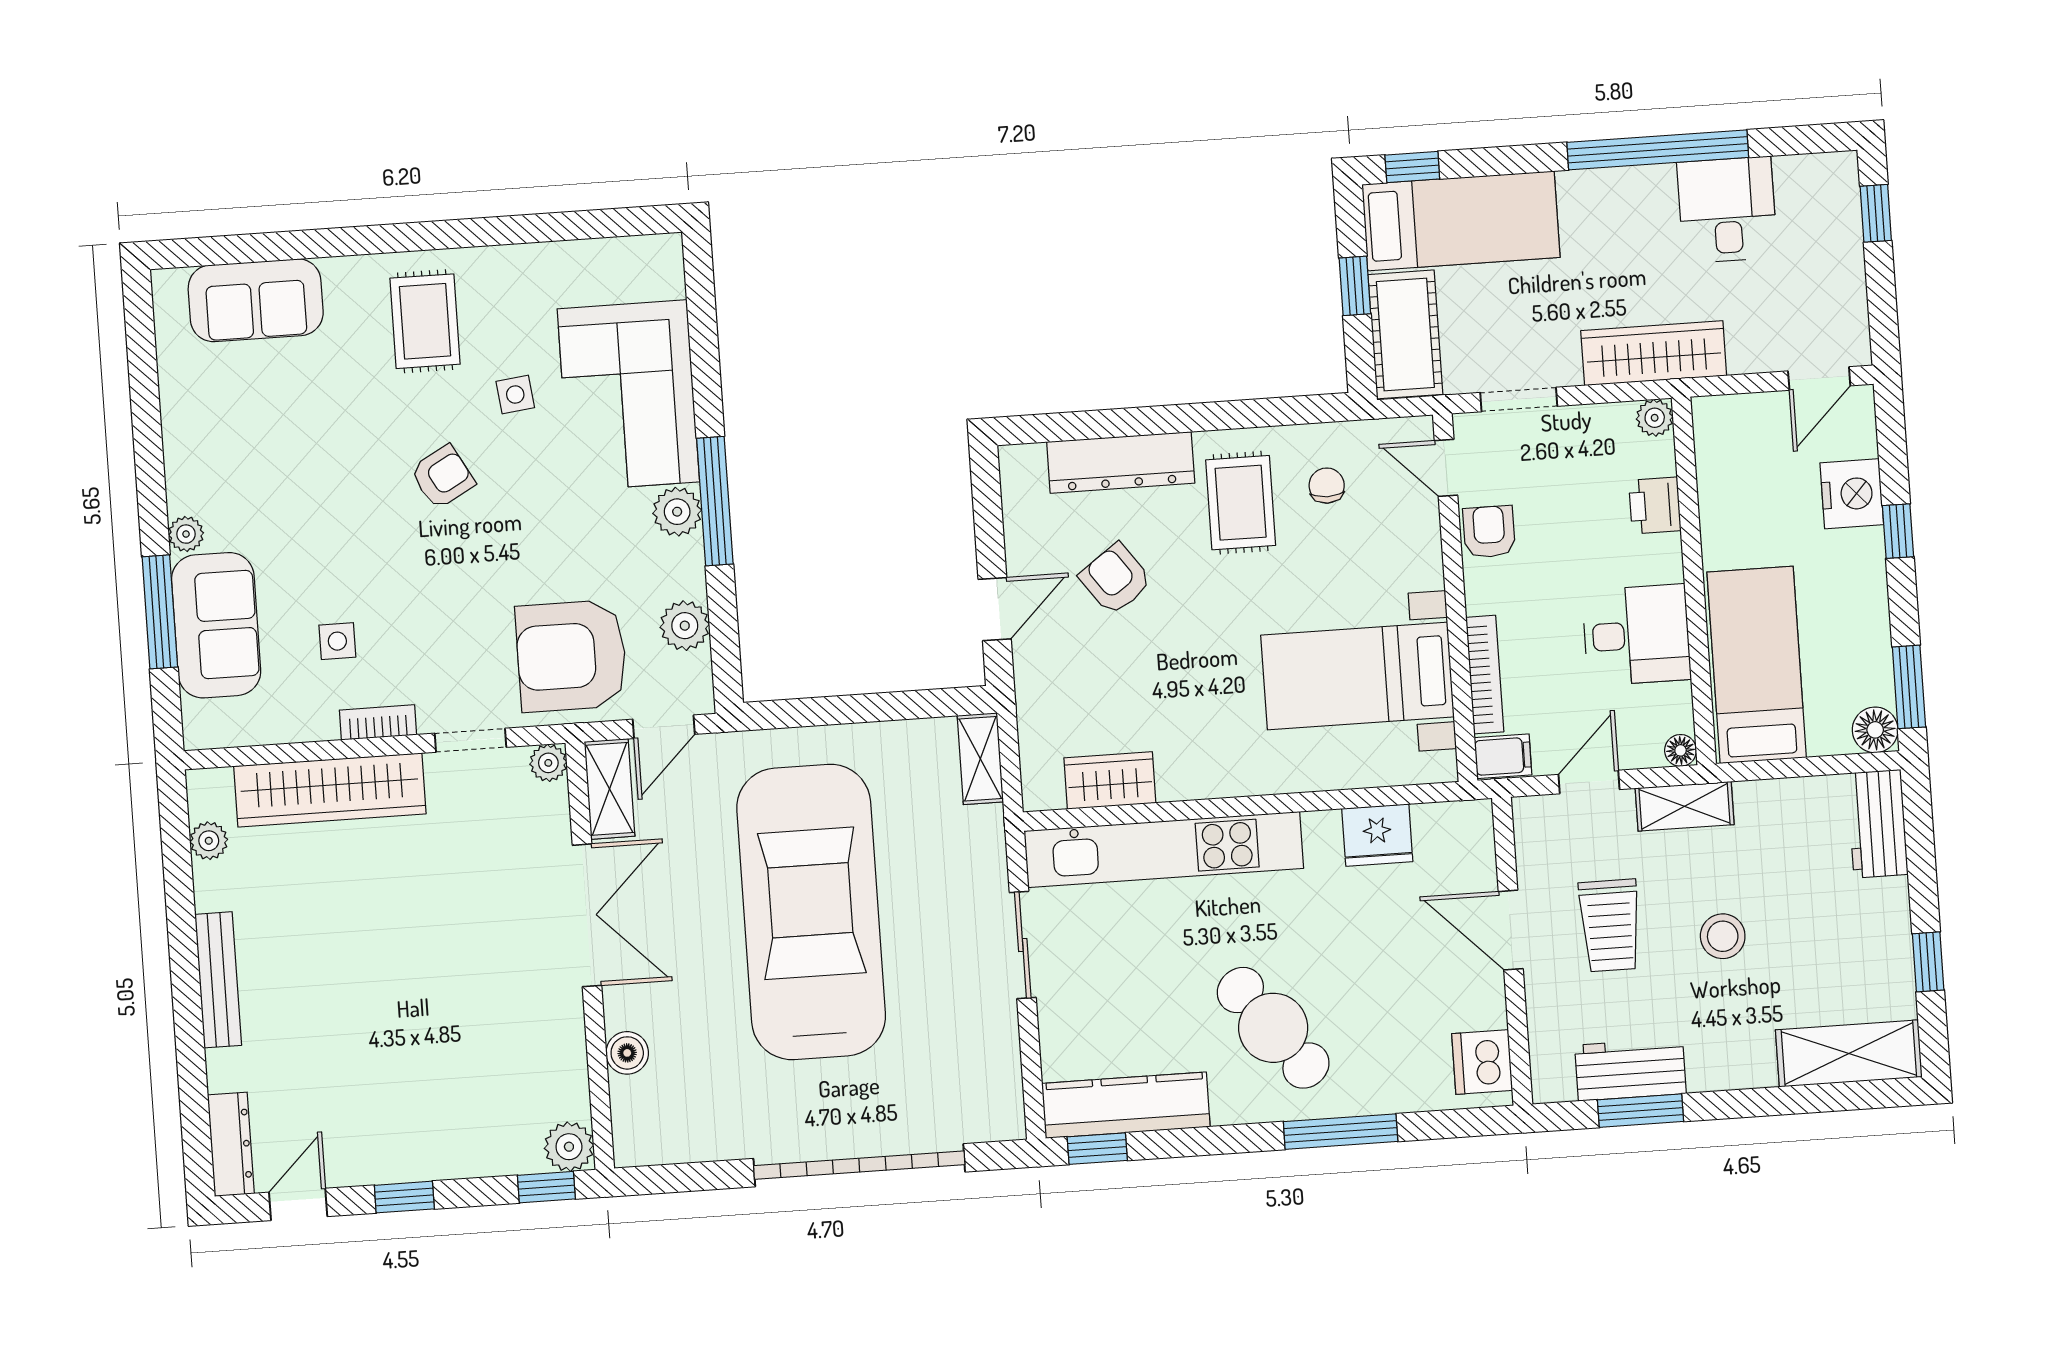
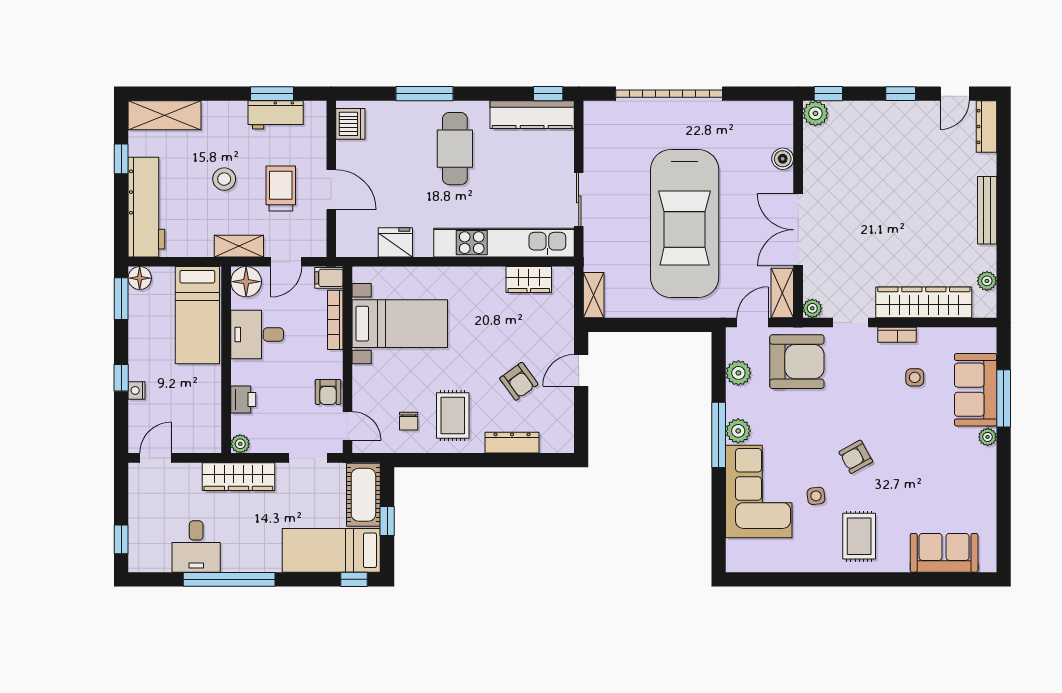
dresser: (1121, 462) -> (512, 443), width x0.73, depth x0.80
nightstand: (1852, 494) -> (136, 390), width x0.53, depth x0.56
floor lamp: (1681, 750) -> (246, 282), width x1.89, depth x1.89
workbench: (1877, 824) -> (146, 207), width x1.87, depth x1.32
cafe table: (1273, 1028) -> (455, 149), turned 37

